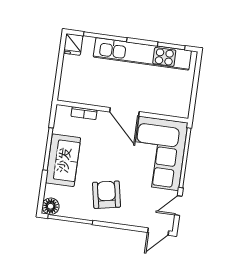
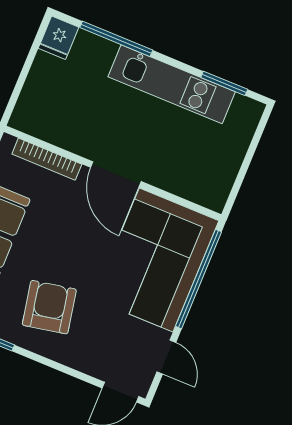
kitchen unit: (142, 54) -> (172, 84), width x0.73
bookcase: (84, 113) -> (47, 159), width x1.56
door: (178, 206) -> (166, 357), swing flipped

